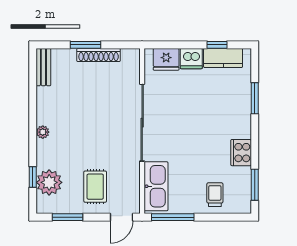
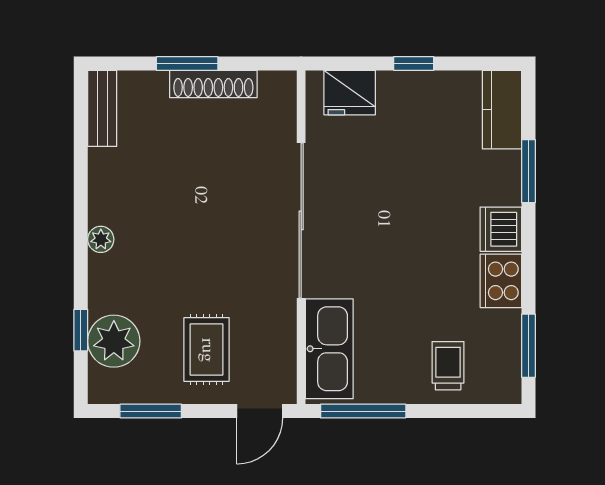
window: (217, 45) -> (414, 64), moved
kitchen counter: (223, 58) -> (502, 110), moved, turned 90
dishwasher: (191, 59) -> (501, 229), moved, turned 90

